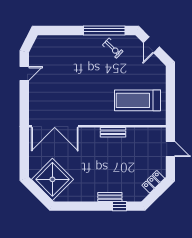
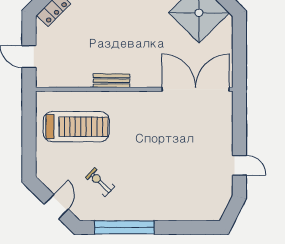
exercise bike: (113, 48) -> (100, 182), moved
door: (24, 74) -> (239, 165), swing flipped

